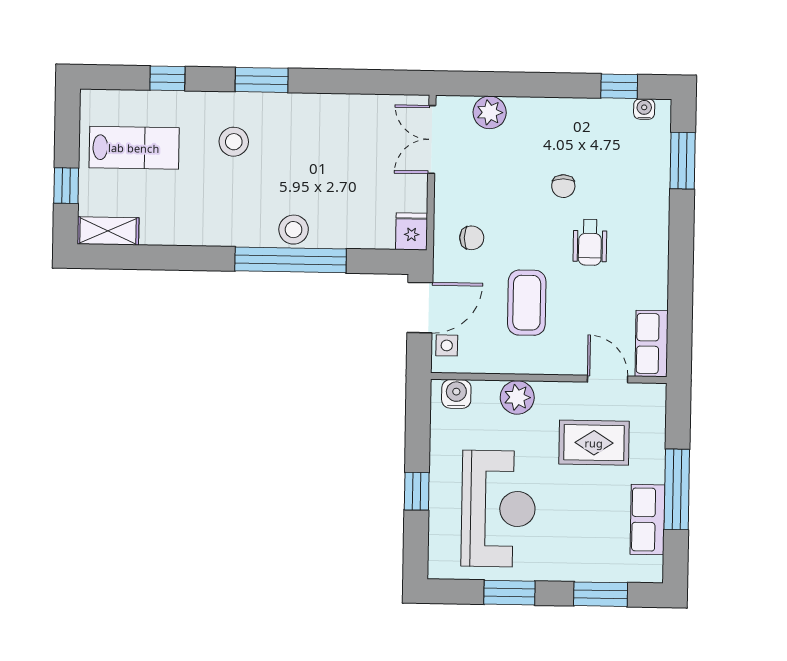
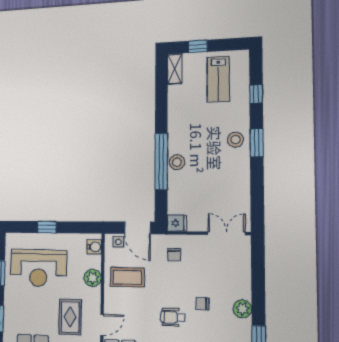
plant: (490, 112) -> (242, 309), moved
stool: (234, 142) -> (236, 140), moved
coffee table: (527, 303) -> (127, 277), moved

